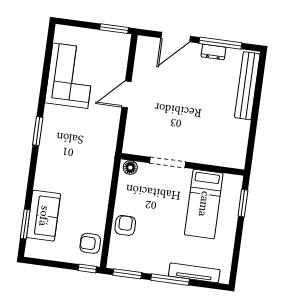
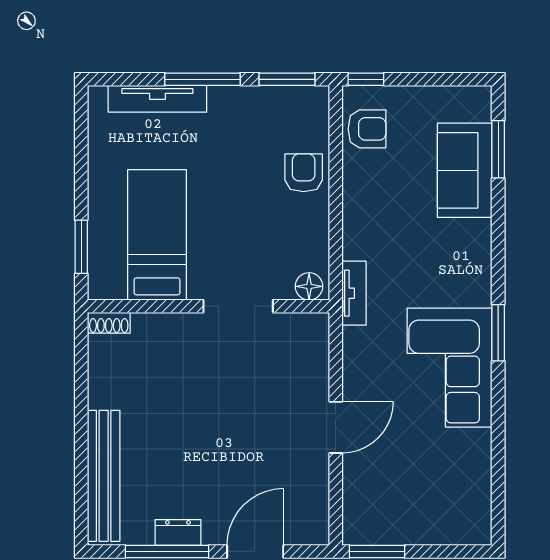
corner sofa: (70, 76) -> (450, 368), moved
tv unit: (108, 161) -> (354, 293), added
shoe rack: (234, 163) -> (109, 323), added
armchair: (125, 225) -> (304, 173), turned 180

